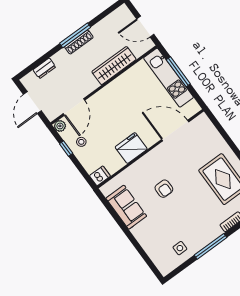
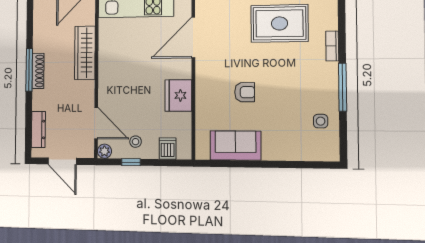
dresser: (44, 68) -> (38, 129), width x1.44
dishwasher: (100, 176) -> (168, 148), moved

